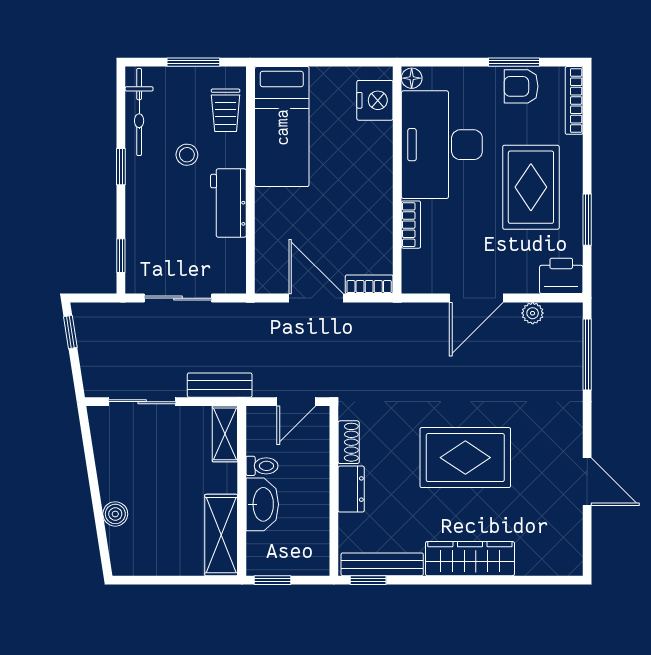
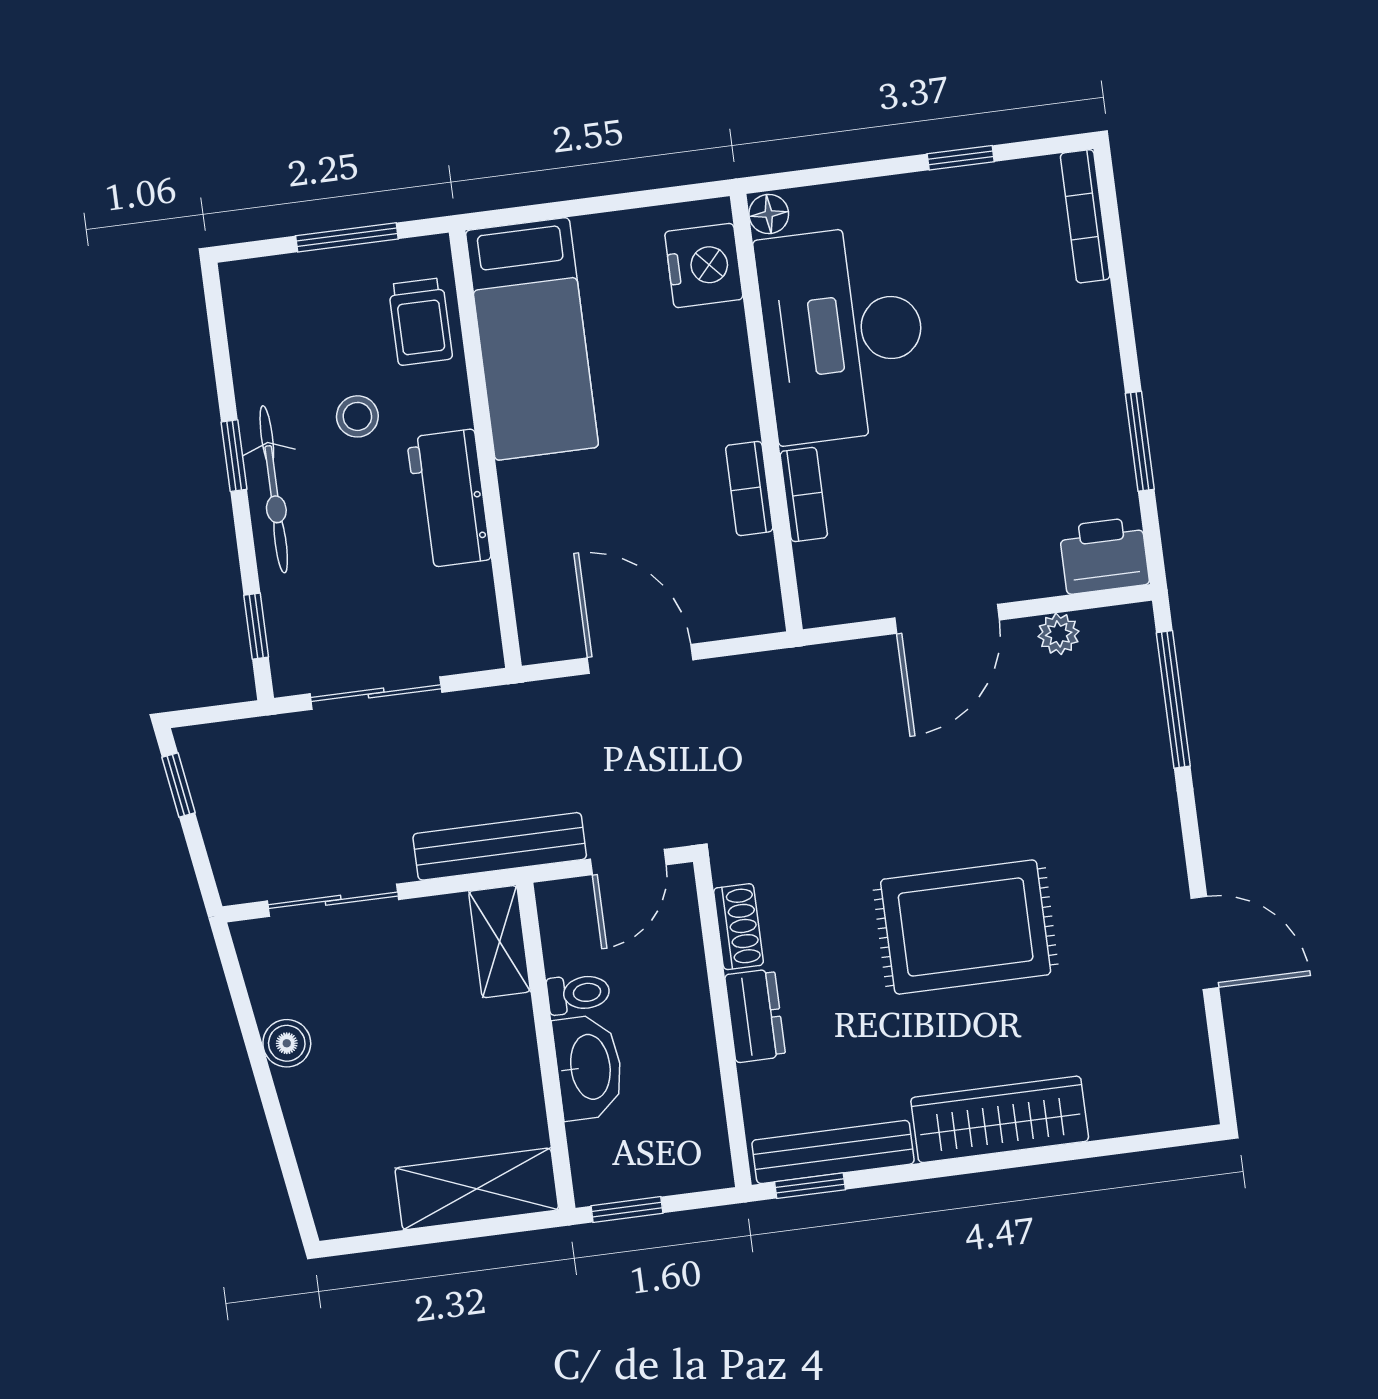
window: (514, 62) -> (961, 158), width x0.67
armchair: (521, 86) -> (980, 202), removed
bicycle: (139, 112) -> (274, 489), moved
rug: (531, 187) -> (1024, 393), removed
bookcase: (369, 284) -> (749, 488), moved, turned -90
bench: (220, 385) -> (500, 846), width x1.36
boiler: (115, 514) -> (287, 1043), moved
shelving: (221, 535) -> (477, 1189), moved, turned 90

